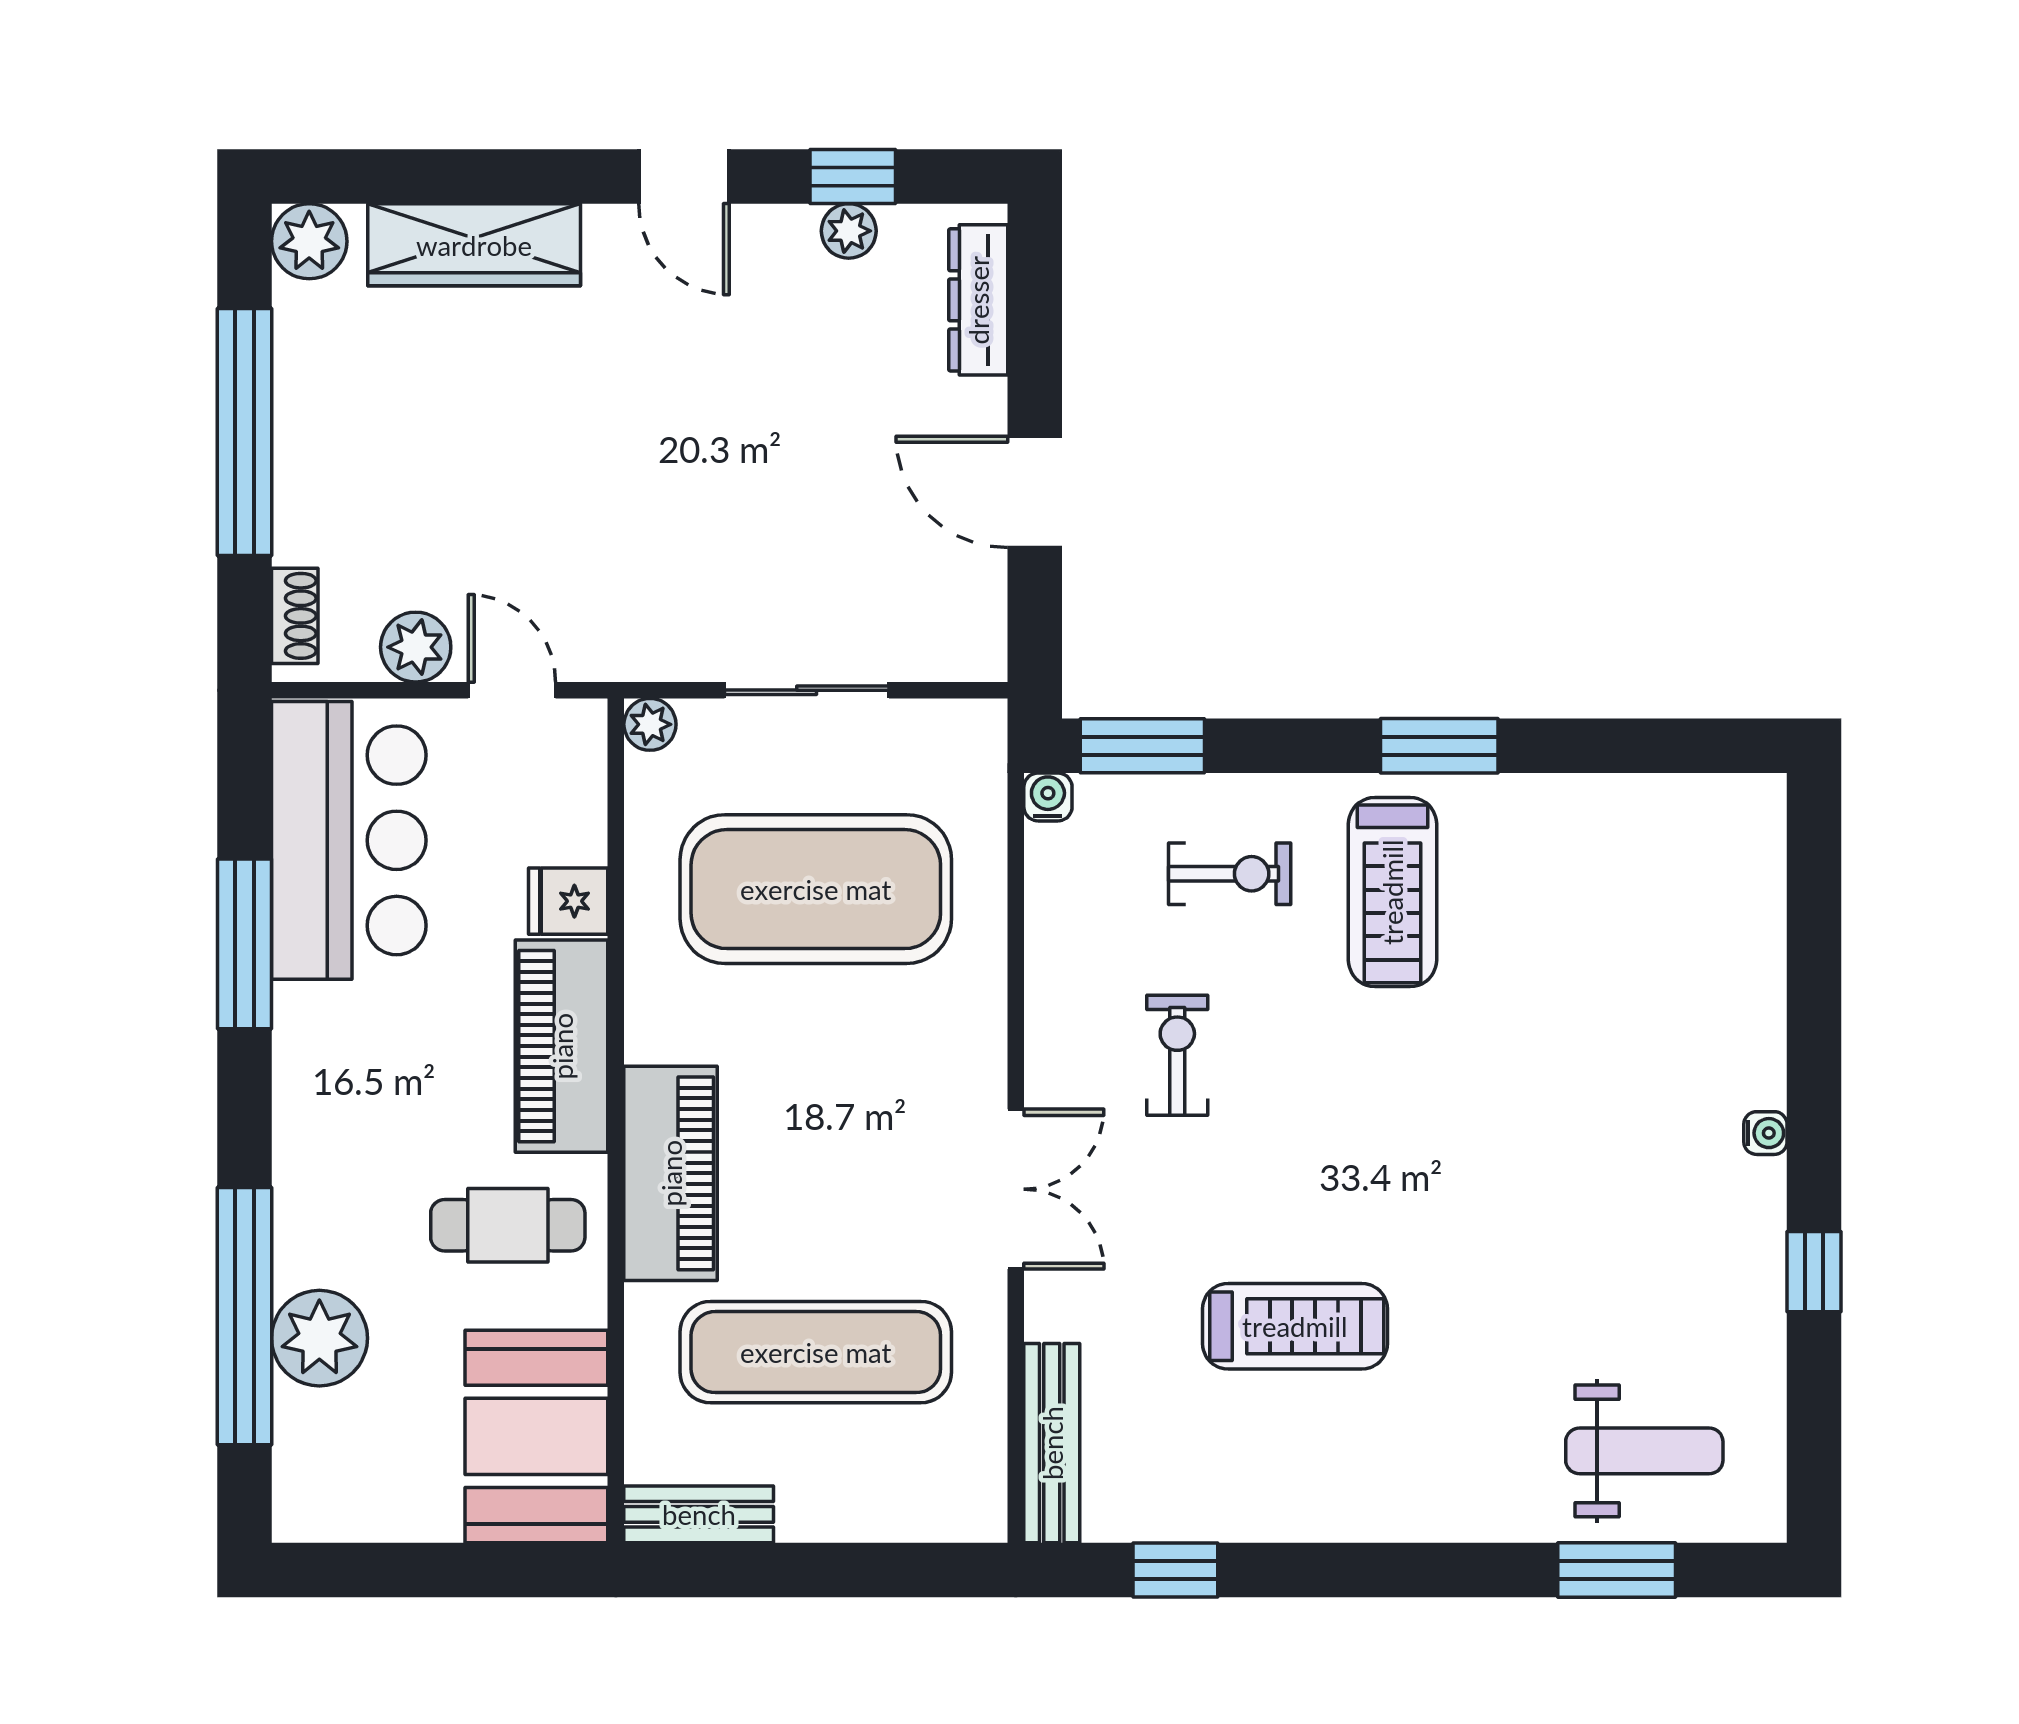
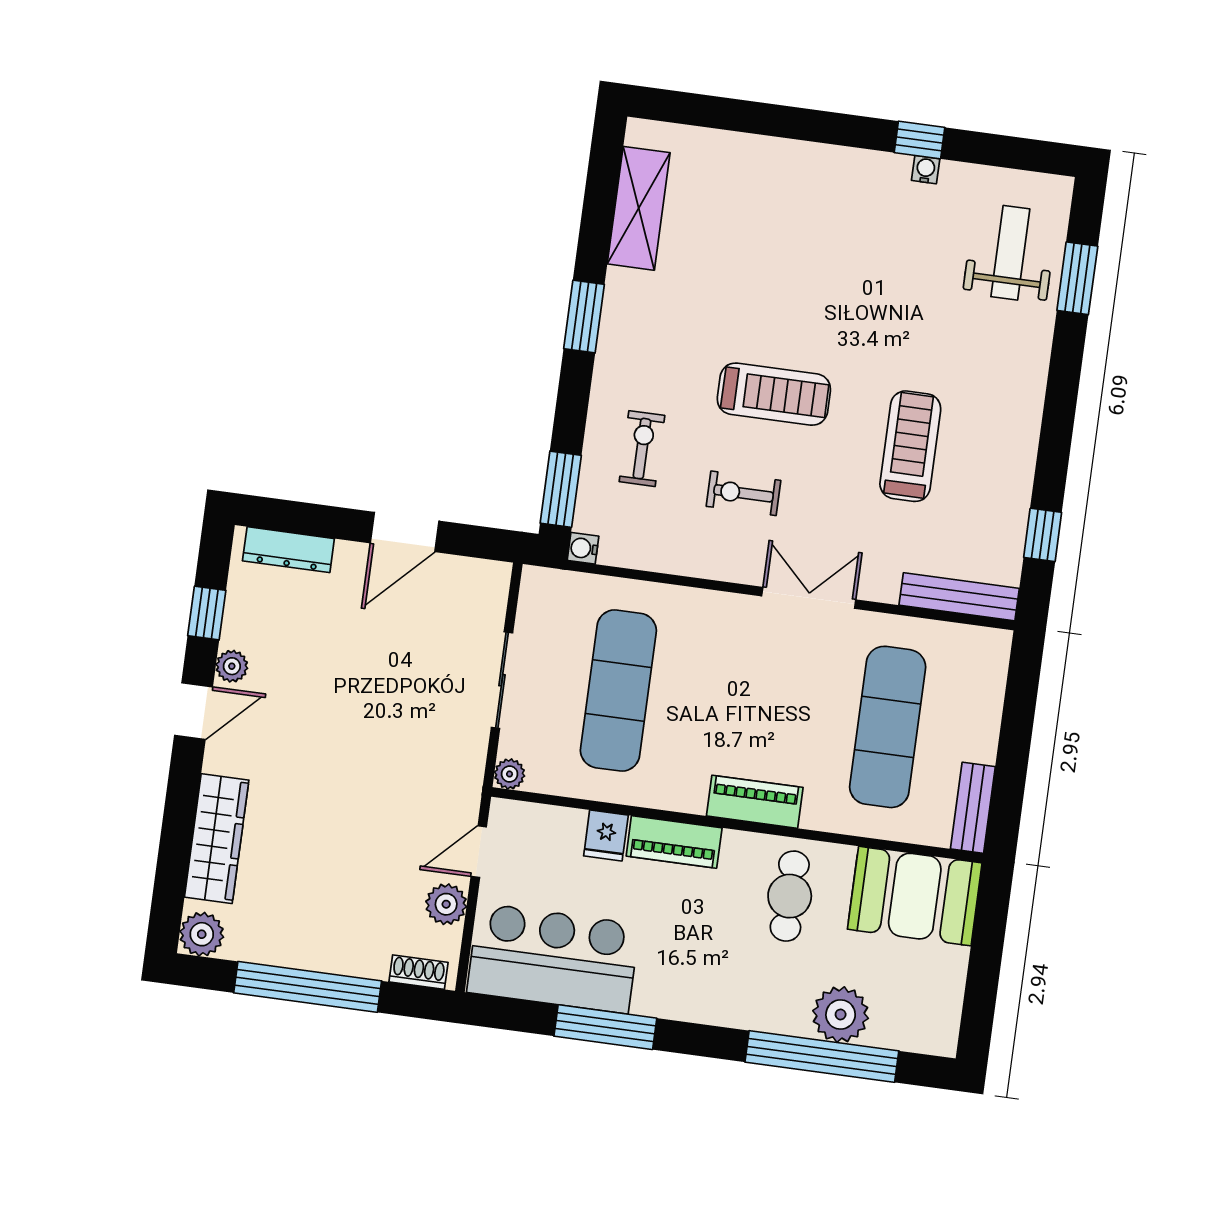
plant: (849, 231) -> (232, 666), moved
shelving: (1635, 813) -> (639, 208), added
exercise mat: (816, 889) -> (618, 691), width x0.68
treadmill: (1392, 892) -> (774, 394), moved
piano: (562, 1046) -> (674, 842), width x0.73, depth x0.75
water cooler: (1765, 1133) -> (926, 170), moved
piano: (671, 1173) -> (755, 802), width x0.73, depth x0.75

